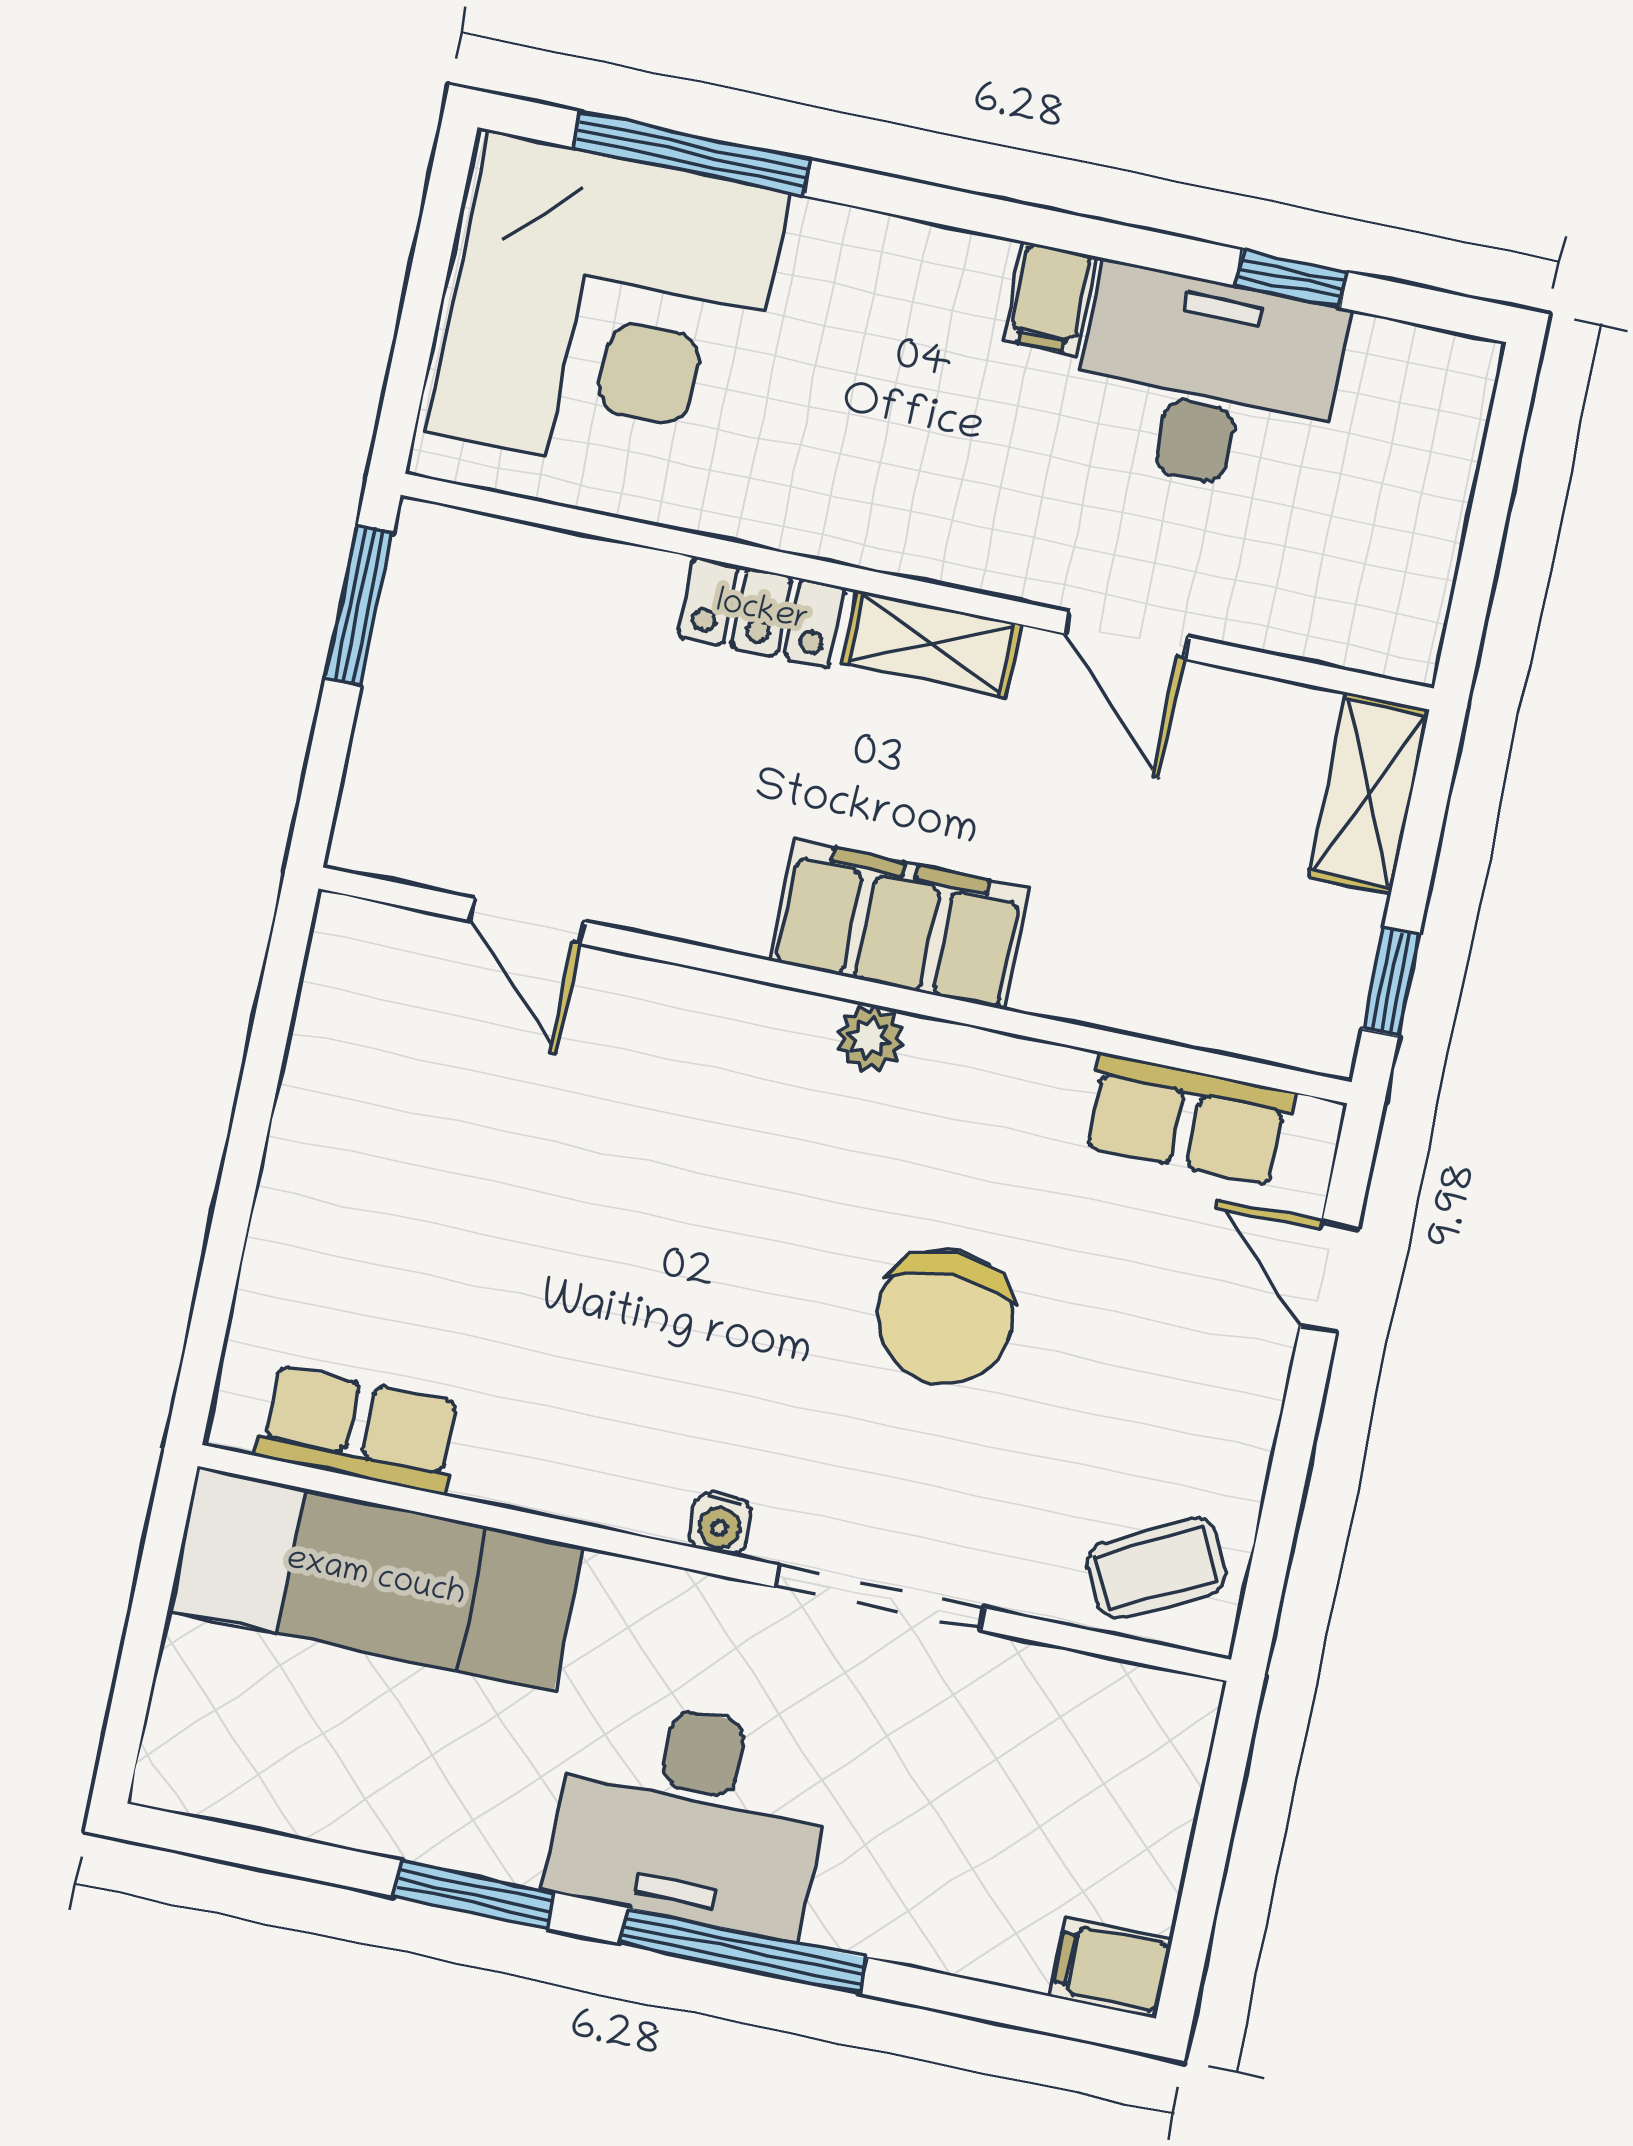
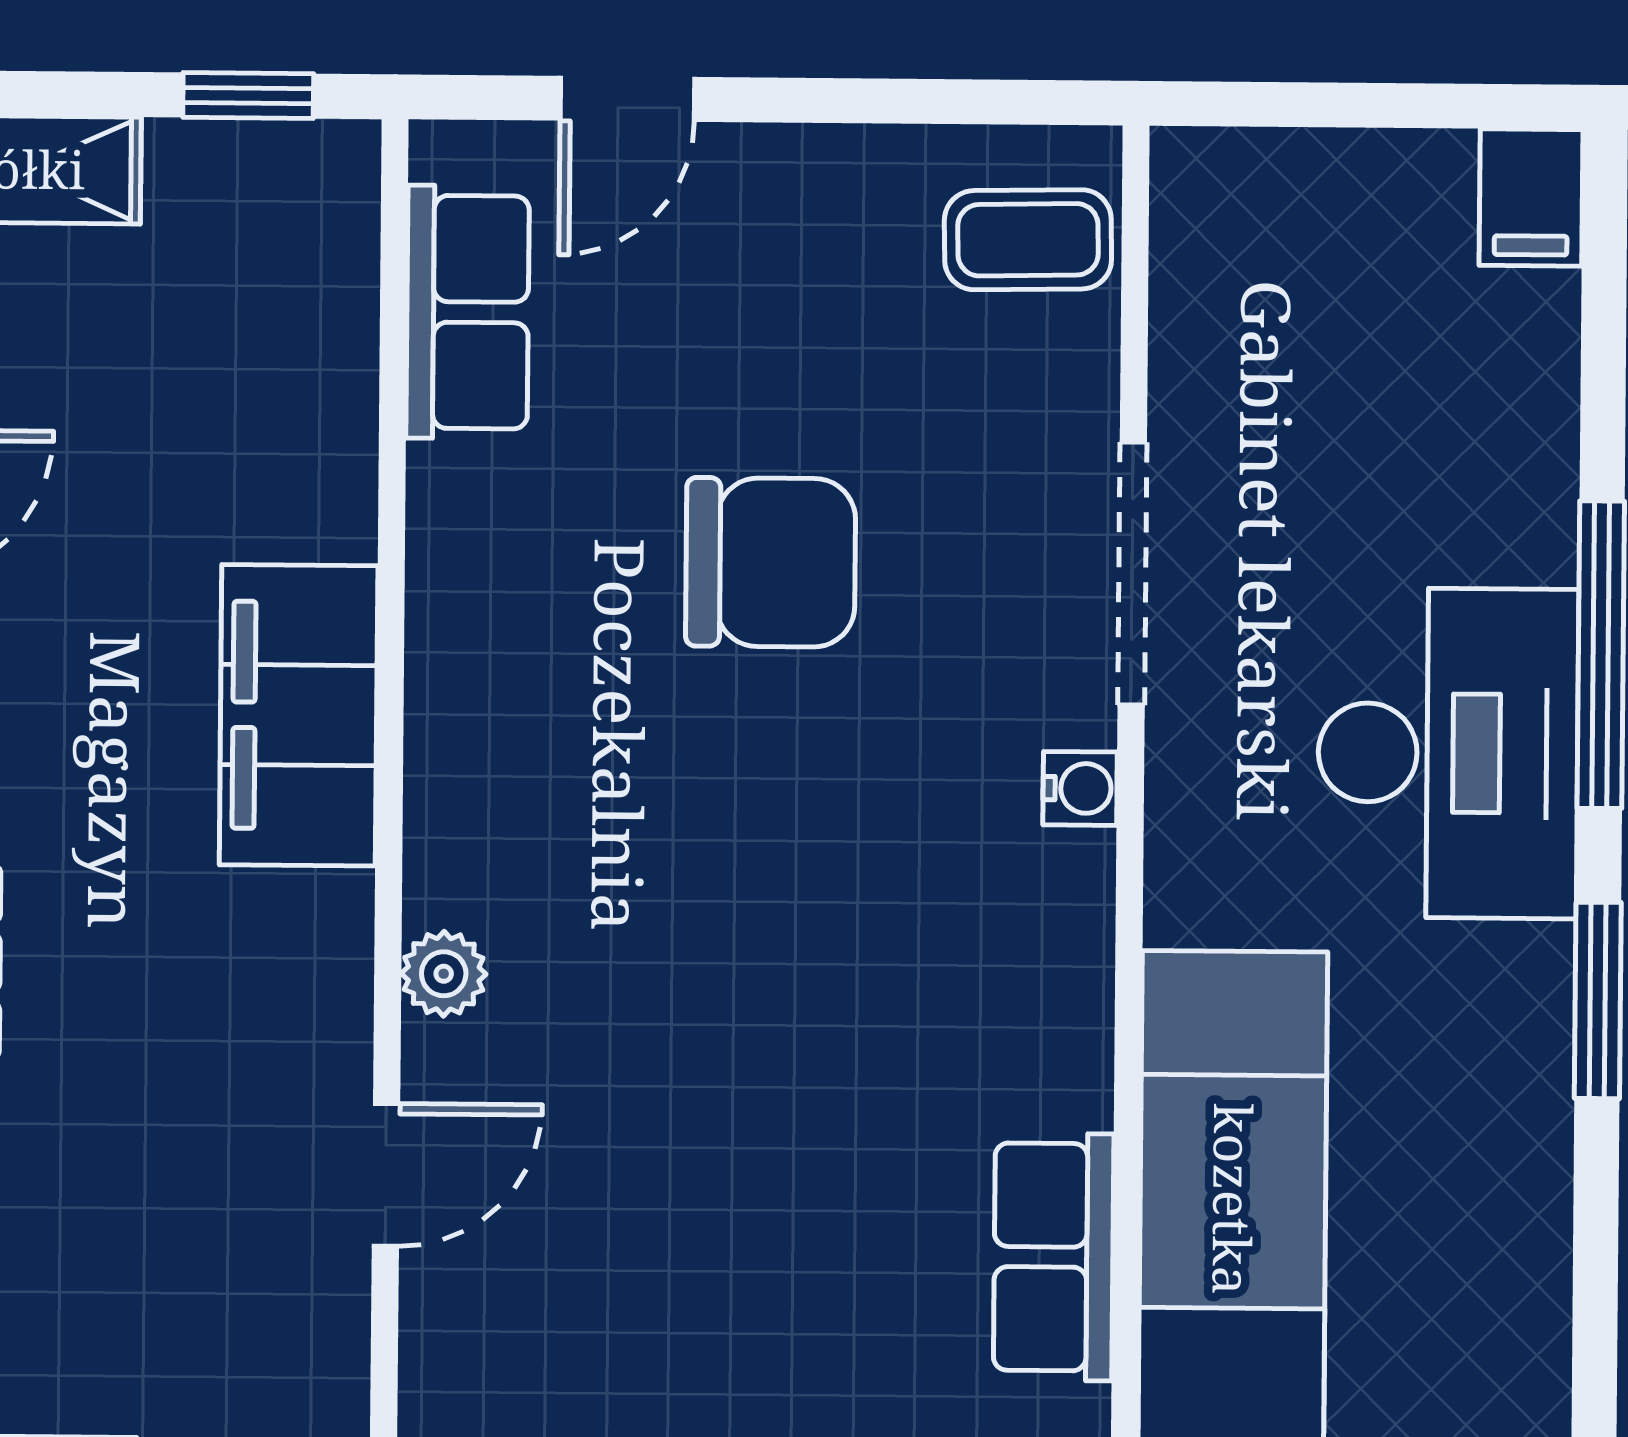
plant: (870, 1038) -> (444, 974), moved
coffee table: (1157, 1568) -> (1028, 240), turned -64

